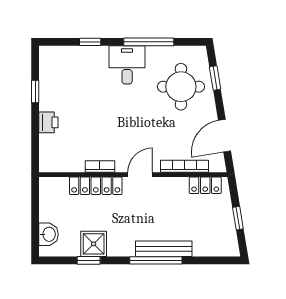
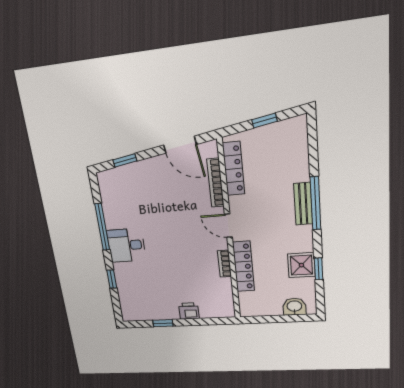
round table: (181, 87) -> (138, 193), removed
locker: (205, 185) -> (234, 169), width x1.53
bench: (164, 249) -> (303, 204), width x0.73

